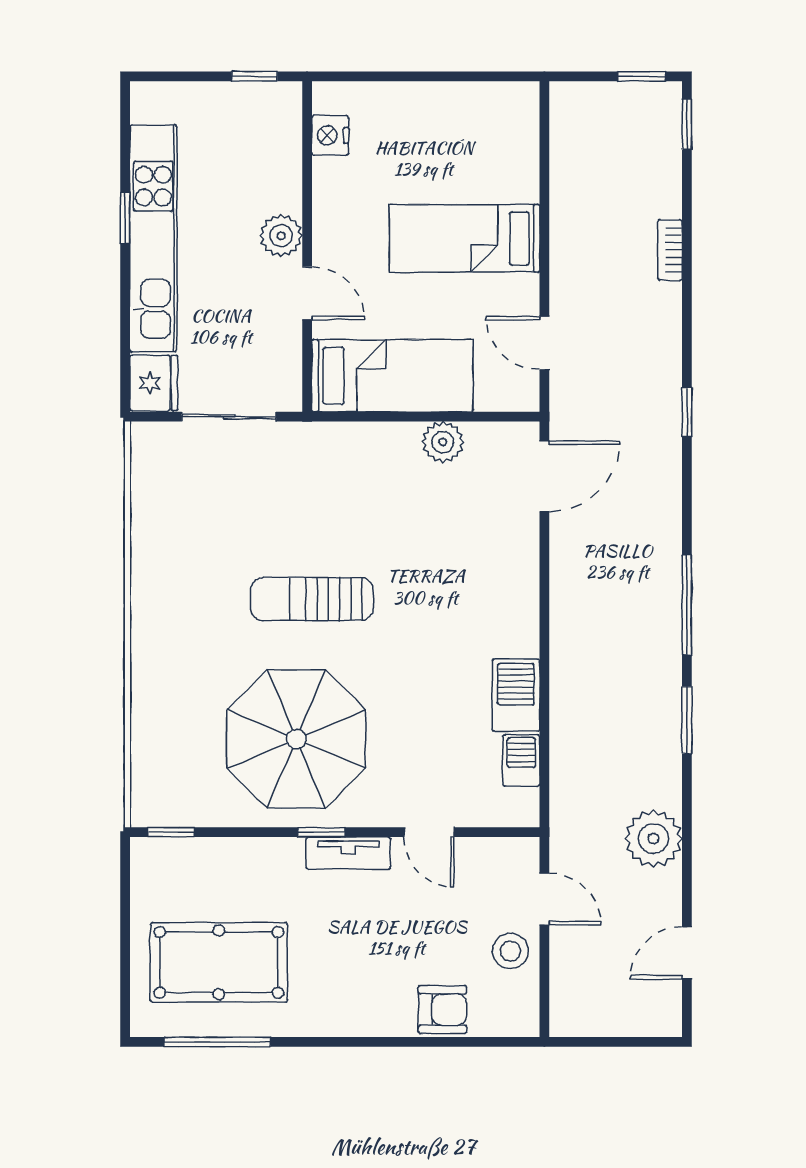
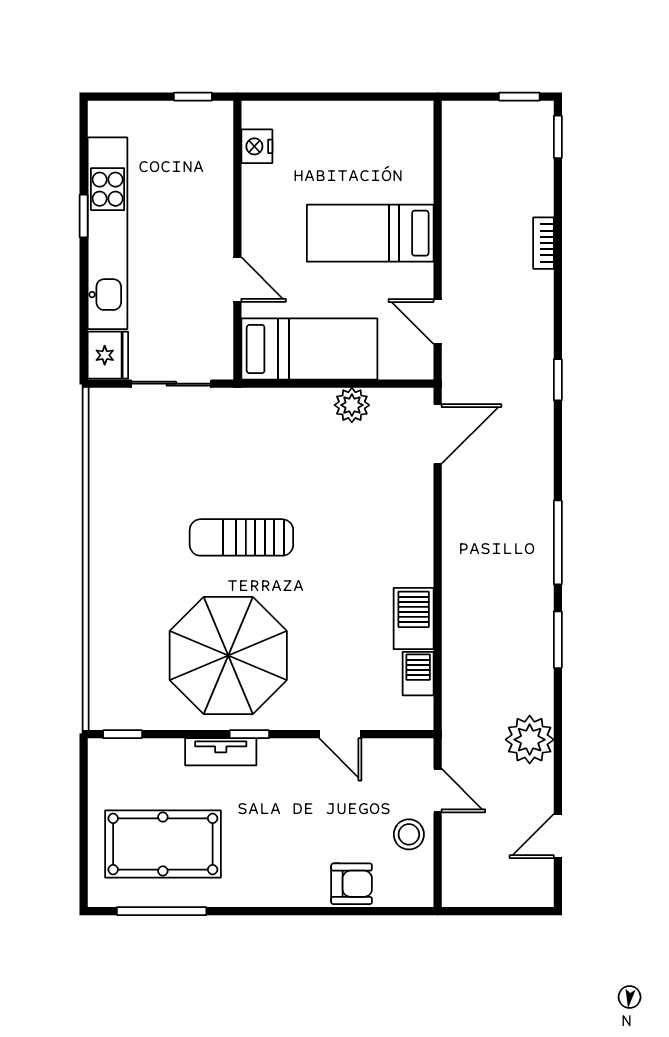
plant: (281, 236) -> (215, 231), removed
tv unit: (348, 853) -> (221, 752), moved

